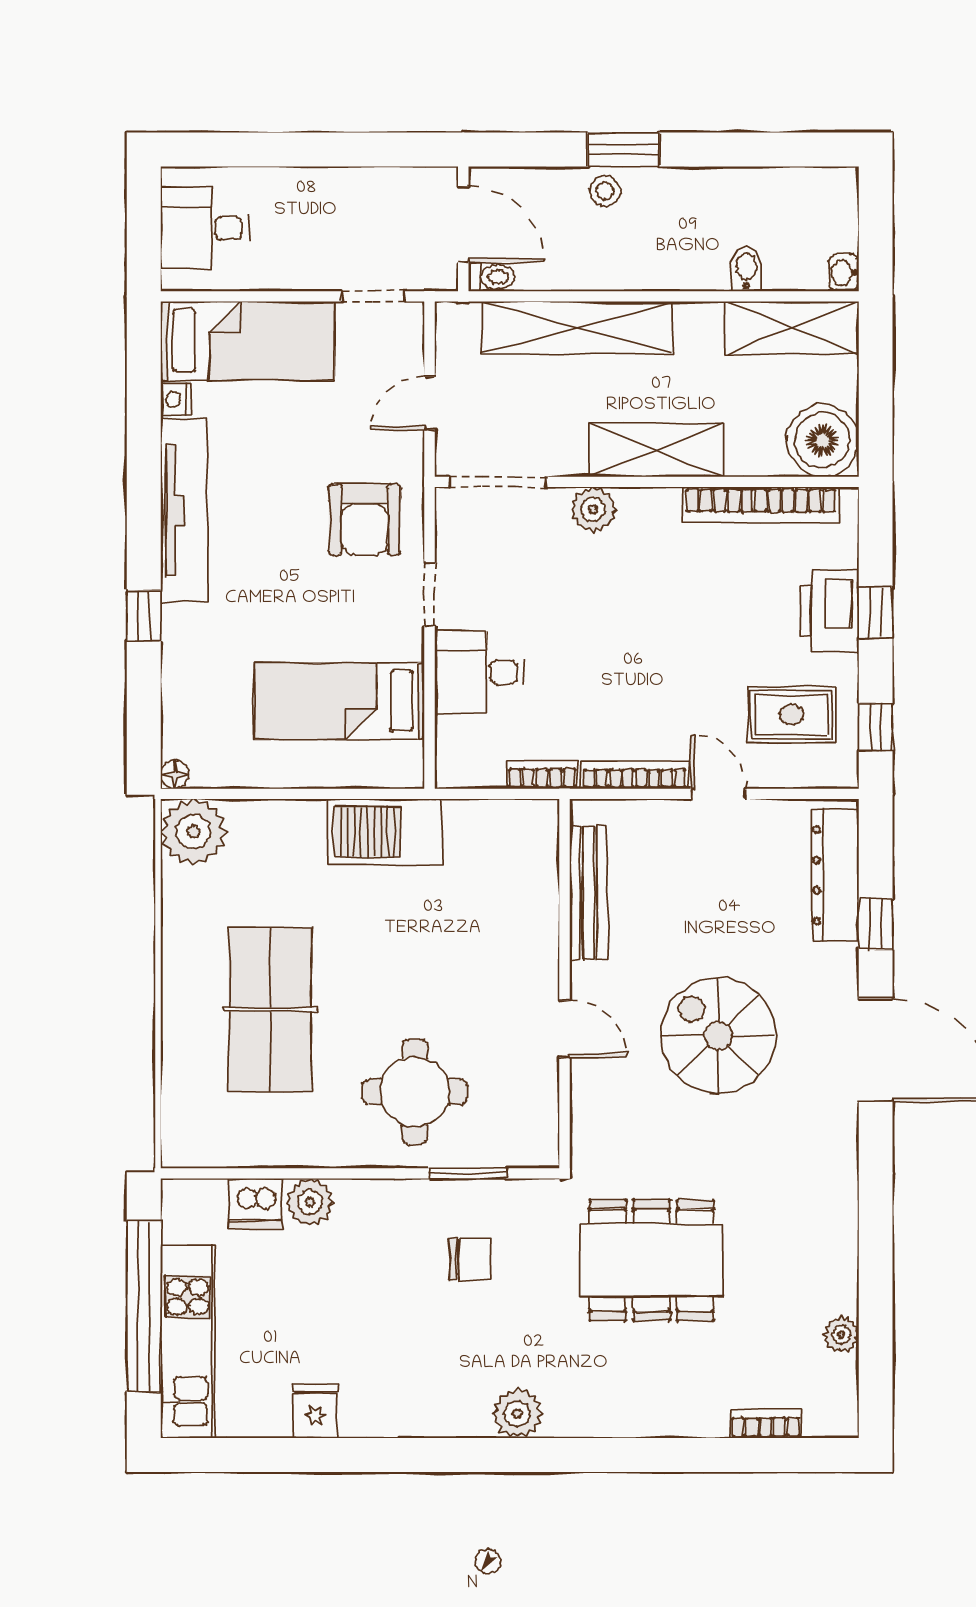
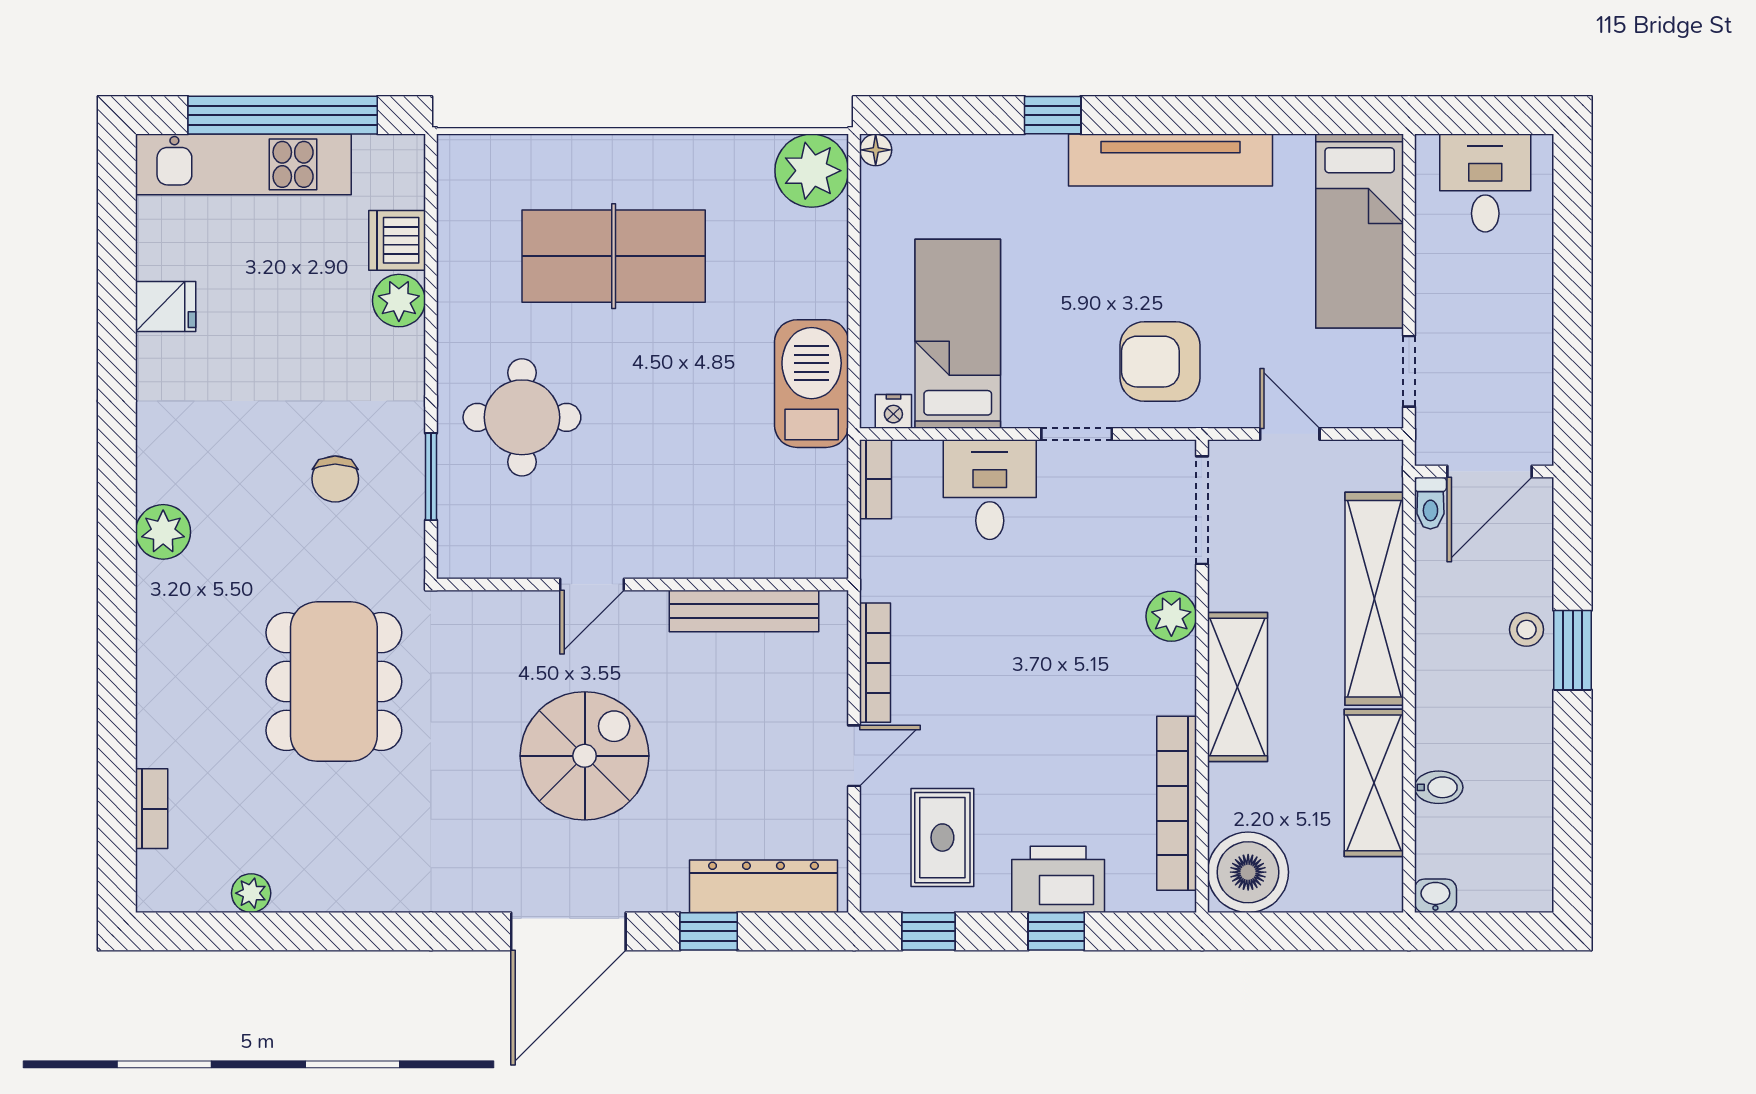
shelving: (792, 328) -> (1374, 783), moved
nightstand: (176, 399) -> (893, 411), moved, turned 180
bookcase: (542, 775) -> (876, 479), moved

